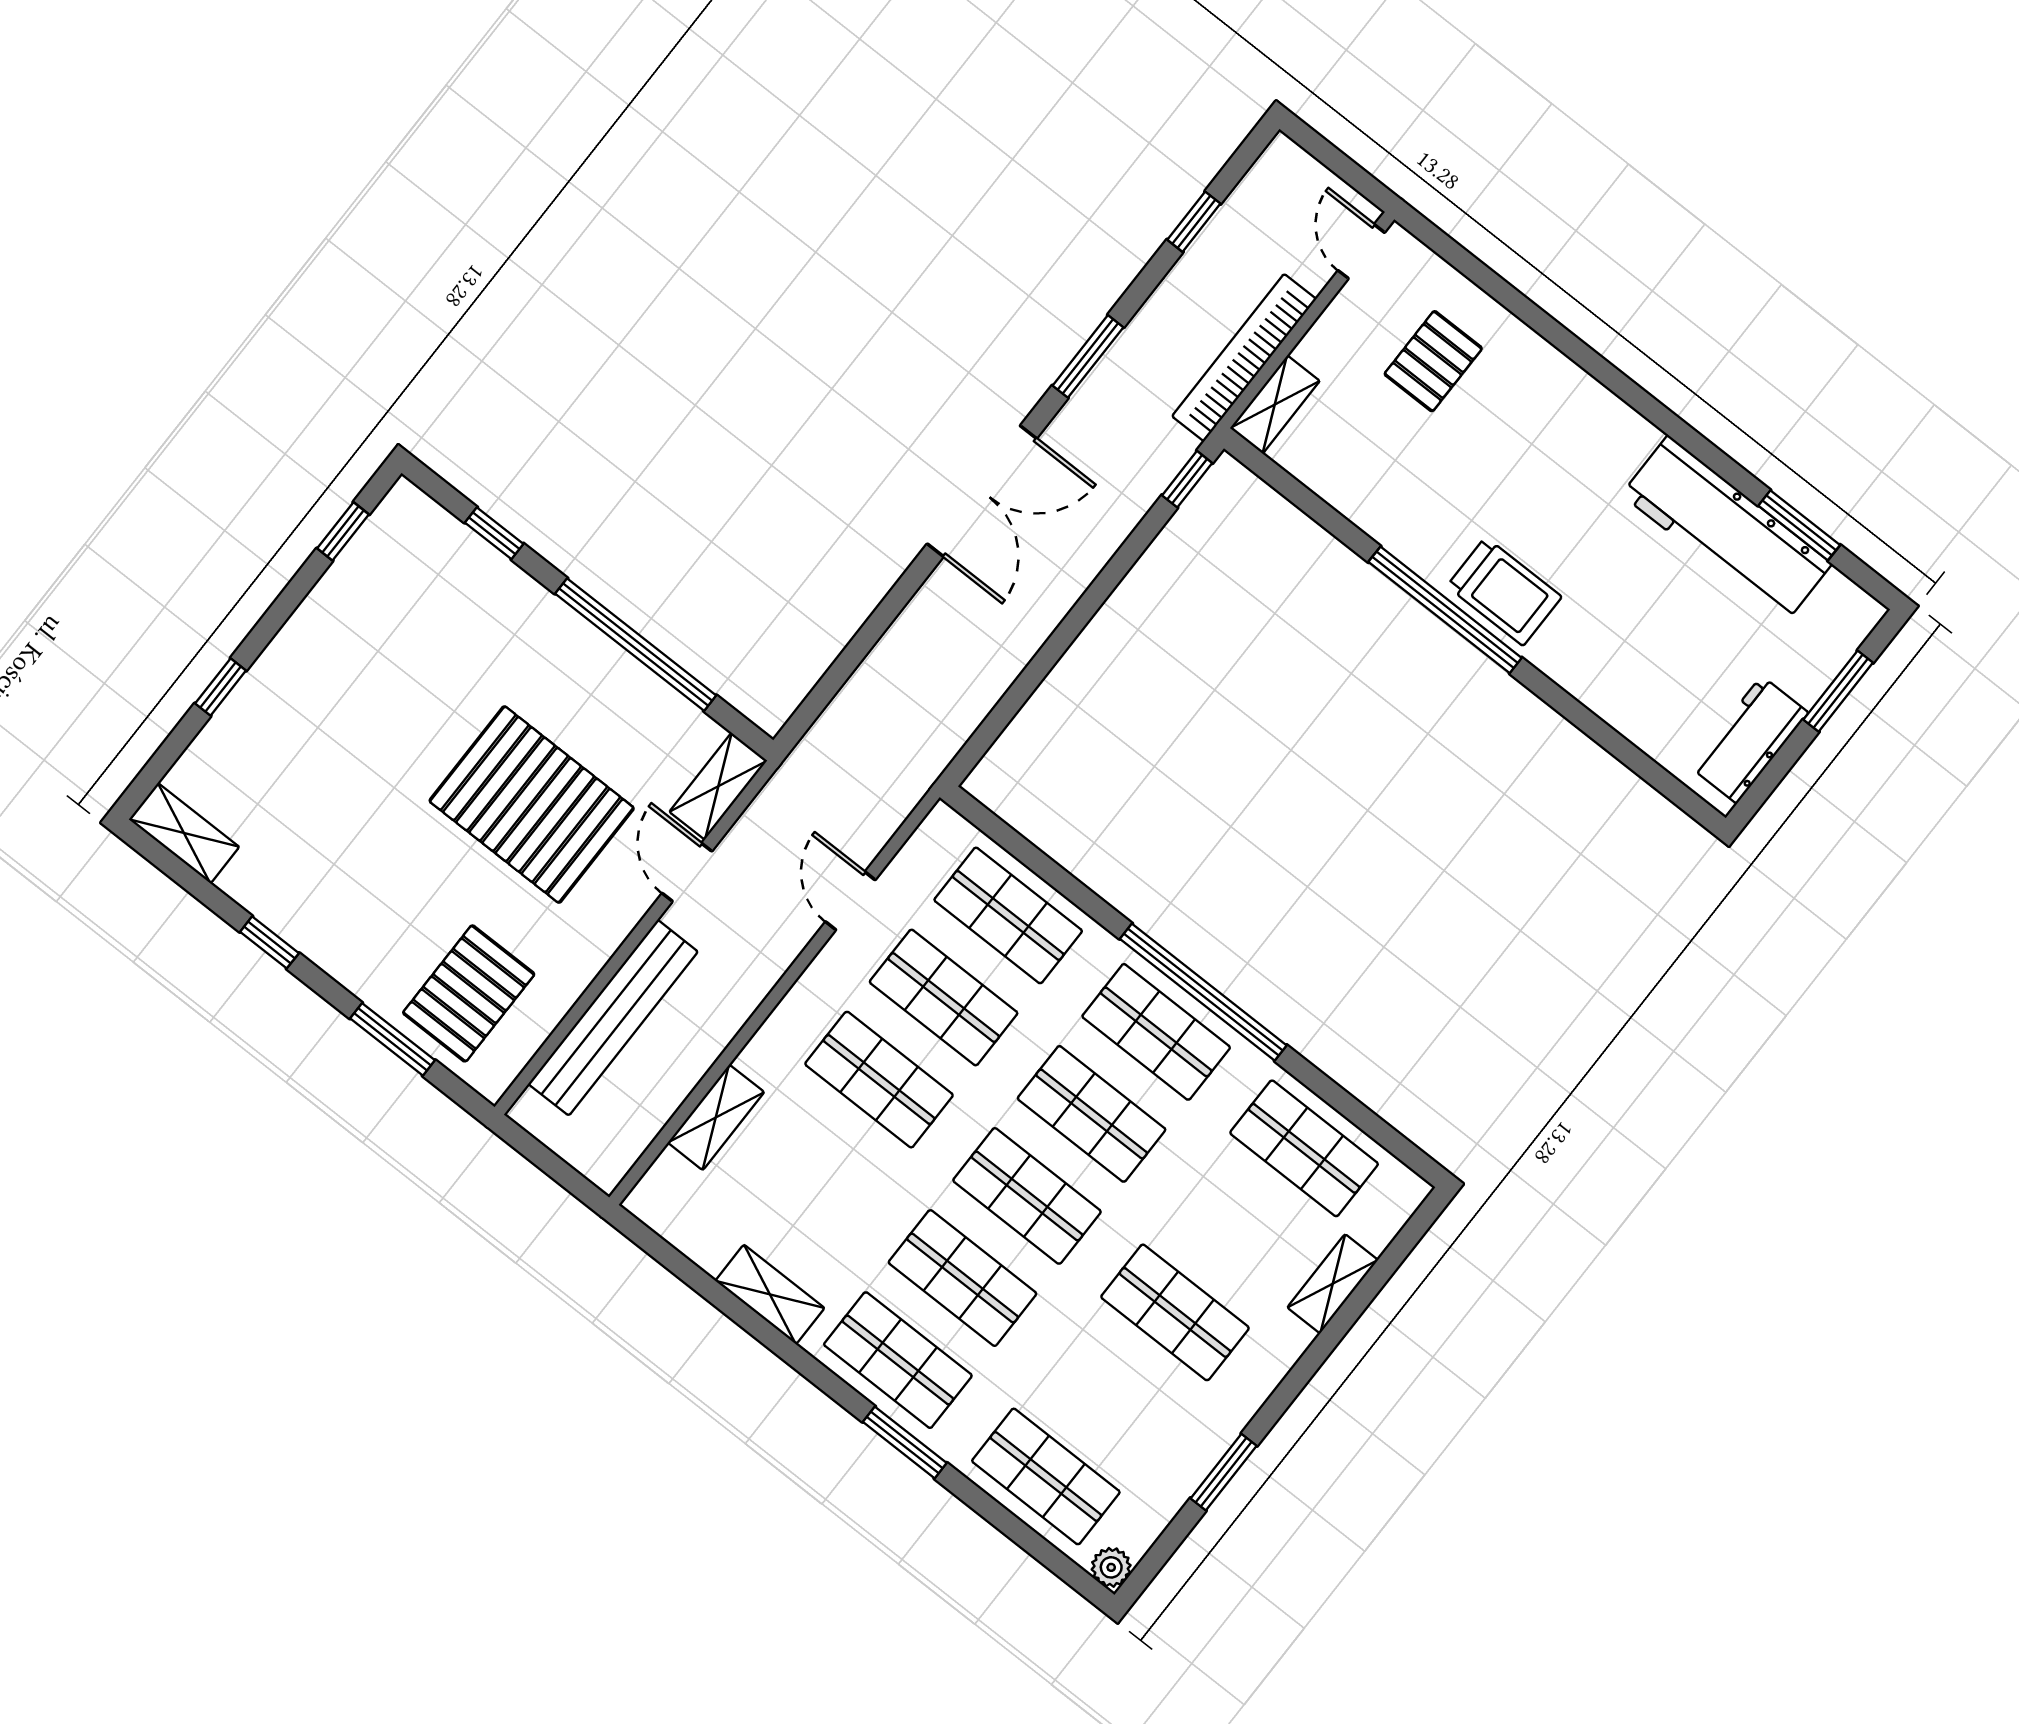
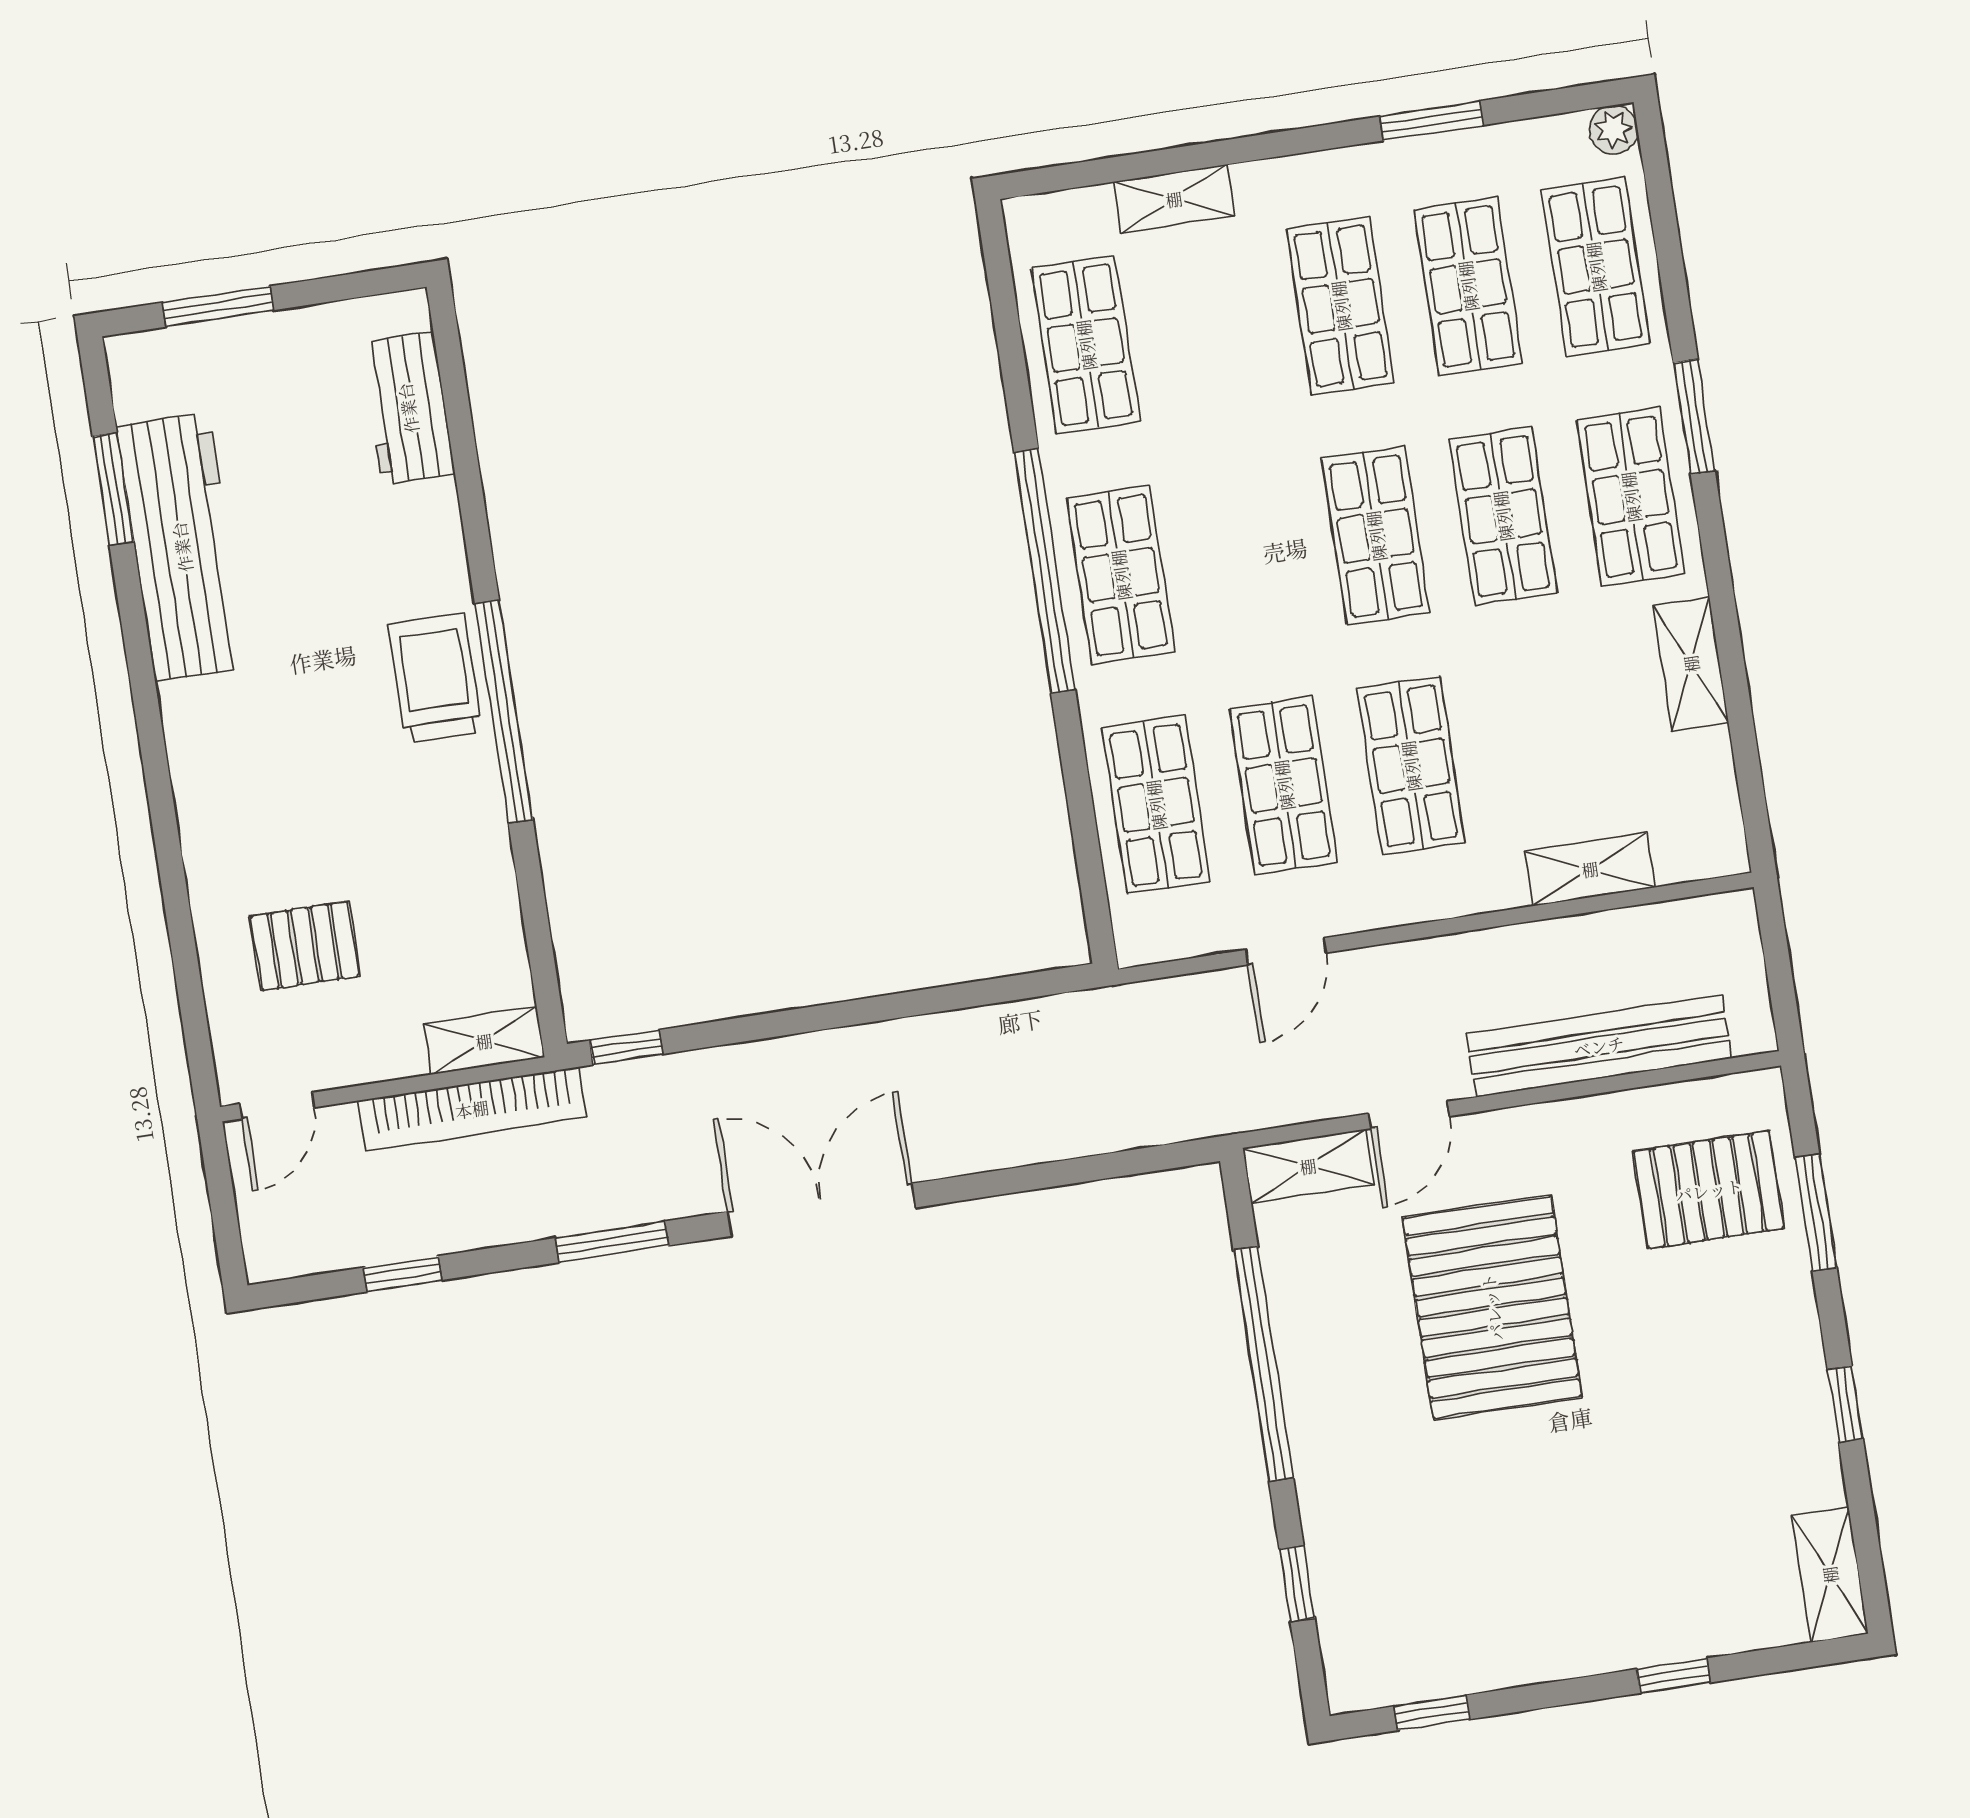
workbench: (1749, 740) -> (408, 408), moved, turned 90
shop shelf: (1092, 1114) -> (1468, 286), moved

